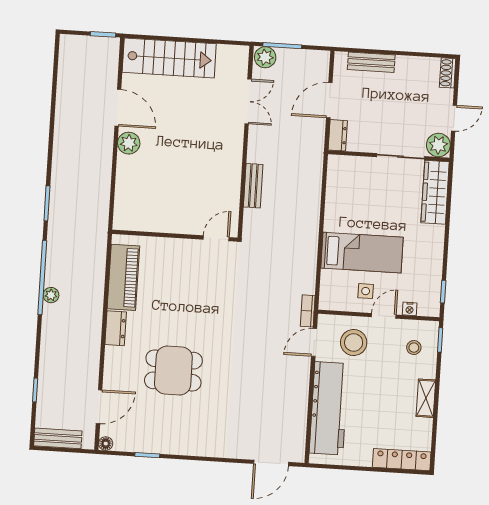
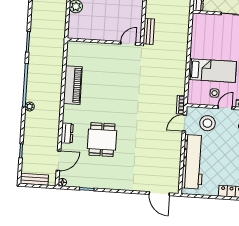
wall: (175, 236) -> (104, 42), moved
door: (216, 238) -> (128, 43), moved
plant: (51, 295) -> (30, 106), moved
dresser: (116, 328) -> (67, 133), moved
dining table: (173, 370) -> (102, 140), turned 90
door: (271, 463) -> (159, 194), hinge flipped

